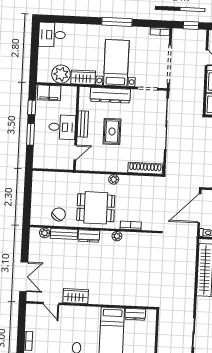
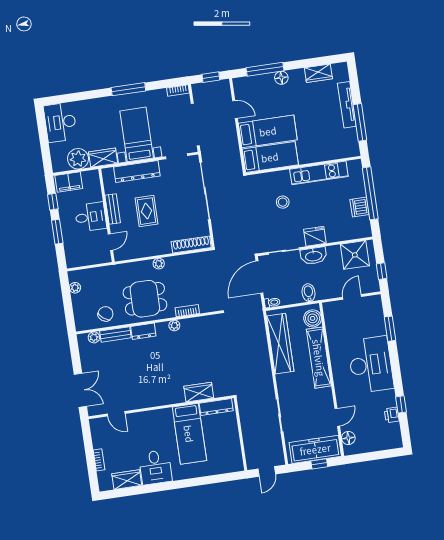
desk: (52, 35) -> (60, 122), width x1.37
plant: (37, 186) -> (75, 288), added
wardrobe: (76, 296) -> (199, 392), moved
dresser: (135, 314) -> (216, 407), width x1.44

